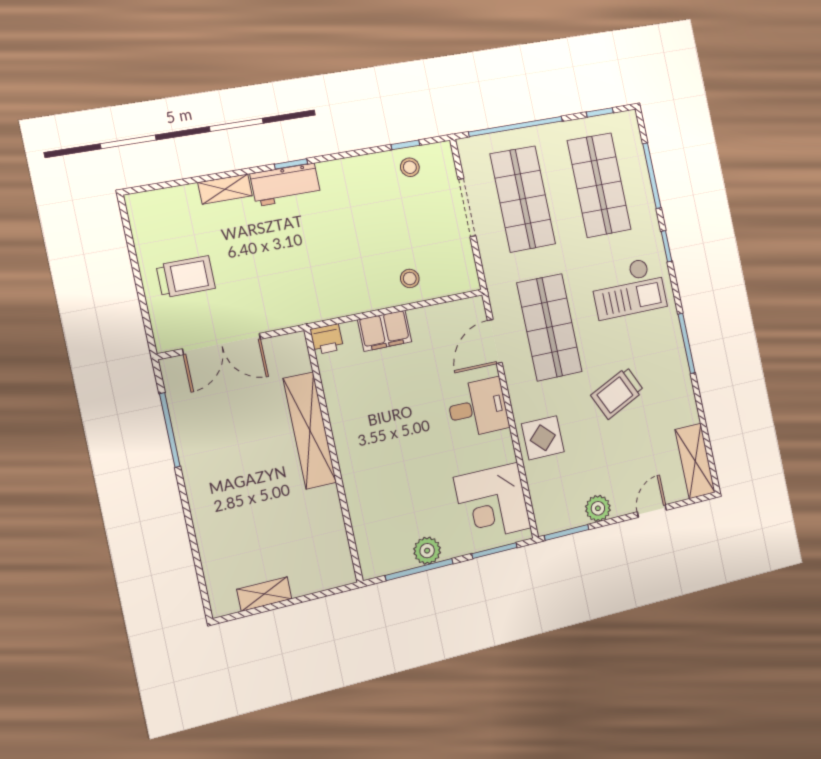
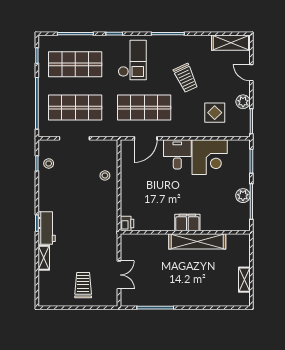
filing cabinet: (385, 331) -> (187, 223), moved, turned -90
door: (495, 342) -> (146, 138), hinge flipped
double door: (222, 344) -> (119, 275), width x0.73
shelving: (310, 431) -> (197, 241), moved
display table: (543, 438) -> (215, 113), moved
corner desk: (492, 503) -> (210, 157), moved

